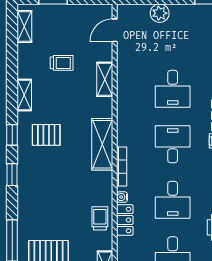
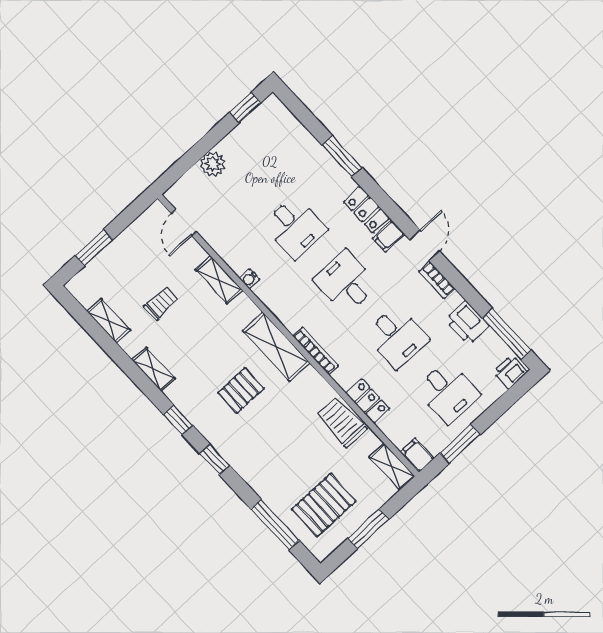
shelving: (24, 27) -> (109, 321), moved
pallet: (46, 135) -> (241, 391), moved
water cooler: (122, 197) -> (250, 279), moved
trolley: (100, 218) -> (342, 422), width x1.36, depth x1.39

